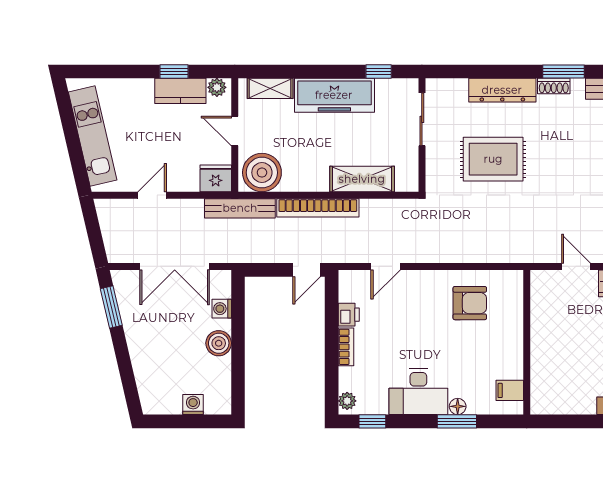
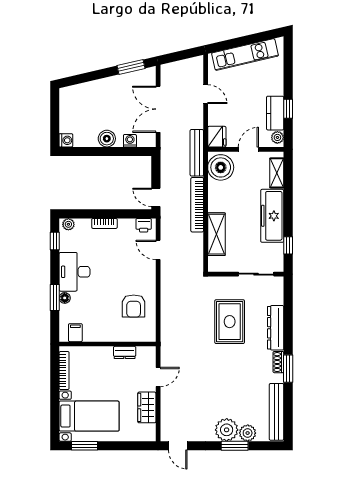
printer: (349, 315) -> (144, 225), moved
dresser: (539, 317) -> (125, 352), added
washing machine: (193, 405) -> (66, 140), moved
bookcase: (566, 407) -> (64, 371), added

